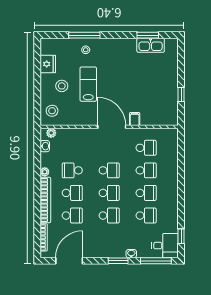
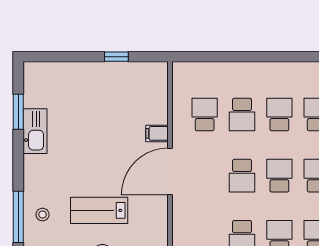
kitchen sink: (151, 45) -> (35, 131), moved
school desk: (109, 170) -> (242, 176), turned 180
school desk: (146, 170) -> (242, 115), turned 180

